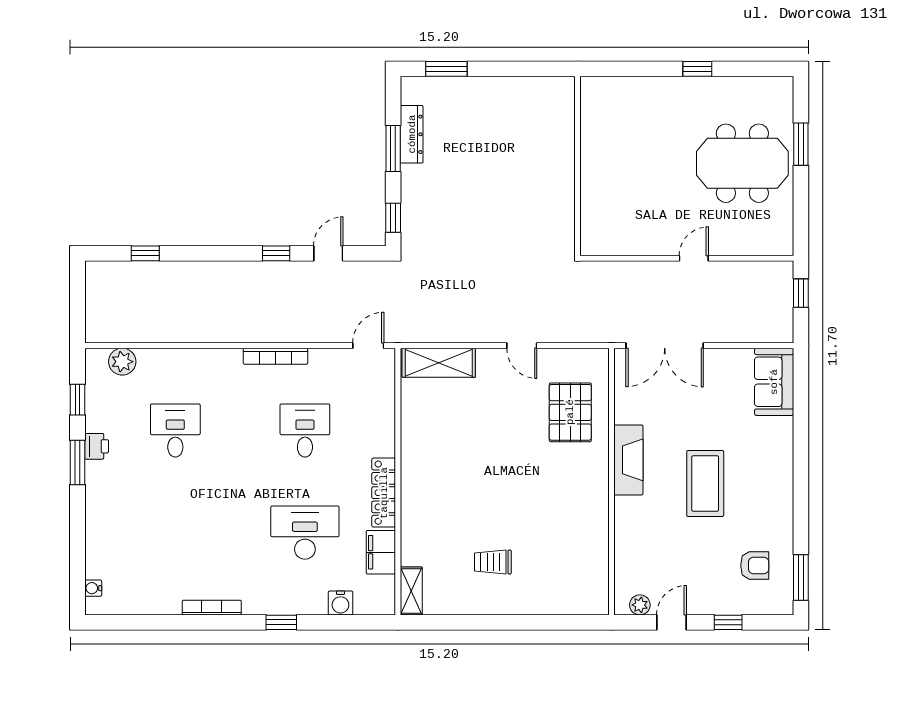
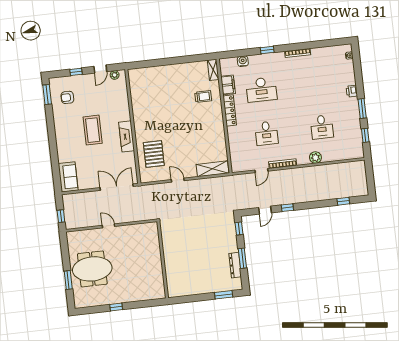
door: (694, 258) -> (108, 226), swing flipped
door: (368, 346) -> (261, 171), moved
plant: (122, 362) -> (315, 158), moved
printer: (97, 446) -> (352, 91), moved
trolley: (493, 562) -> (203, 97), moved

